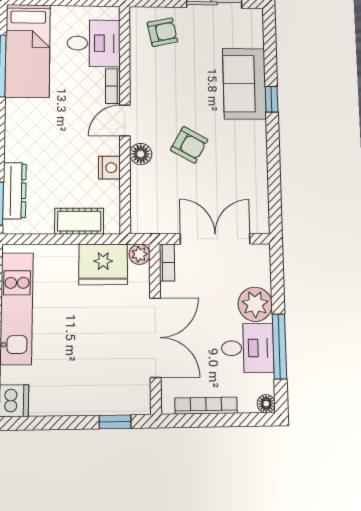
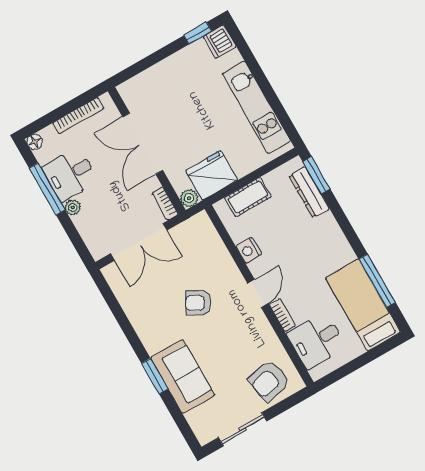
armchair: (162, 32) -> (269, 381), width x1.38, depth x1.38
window: (272, 99) -> (155, 376), width x1.50
floor lamp: (141, 154) -> (231, 274), removed
plant: (255, 304) -> (73, 207), width x0.53, depth x0.53
window: (115, 422) -> (198, 33), moved

